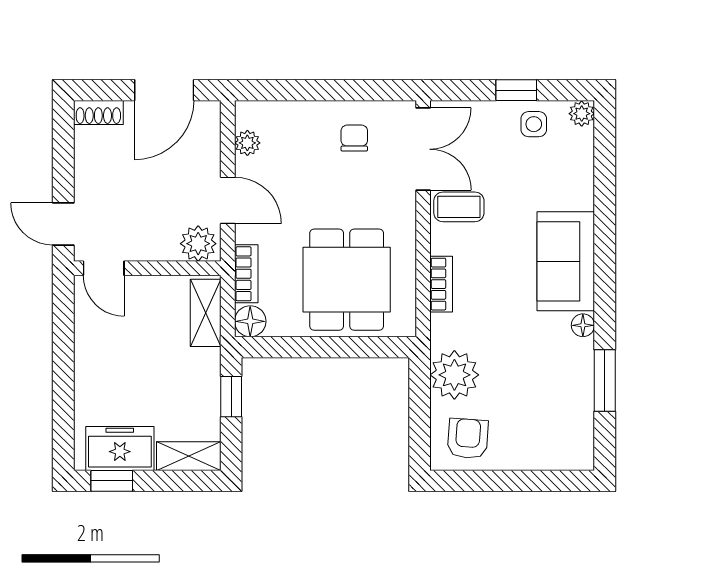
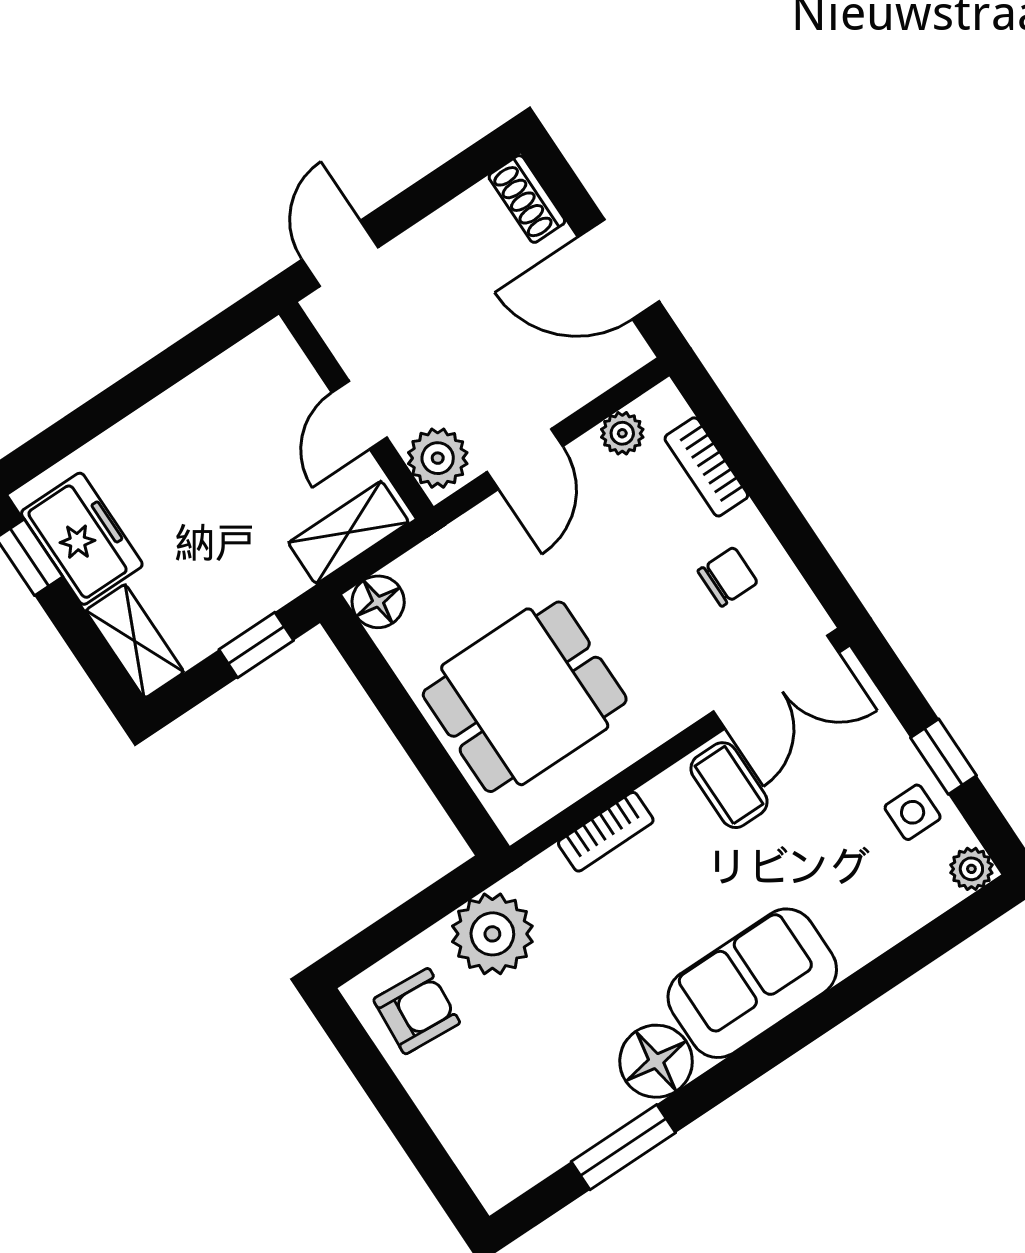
door: (104, 268) -> (359, 415), moved
bookcase: (246, 274) -> (706, 467), moved, turned 90
floor lamp: (583, 325) -> (656, 1061), width x1.89, depth x1.89

